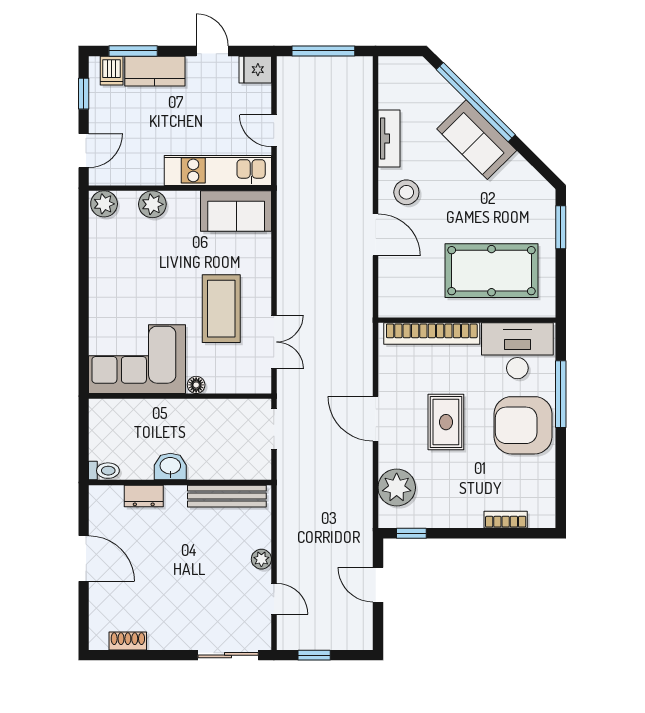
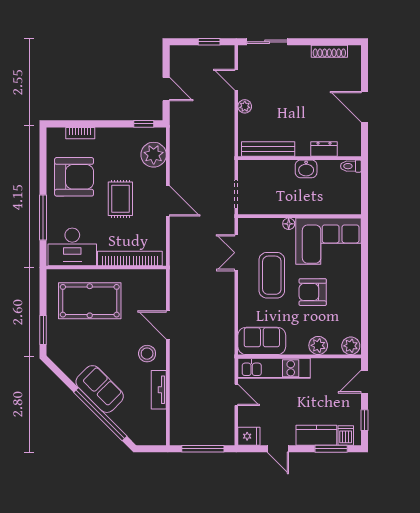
armchair: (161, 284) -> (313, 292), added
armchair: (523, 425) -> (74, 177), moved
shoe rack: (128, 641) -> (329, 51), width x1.43

